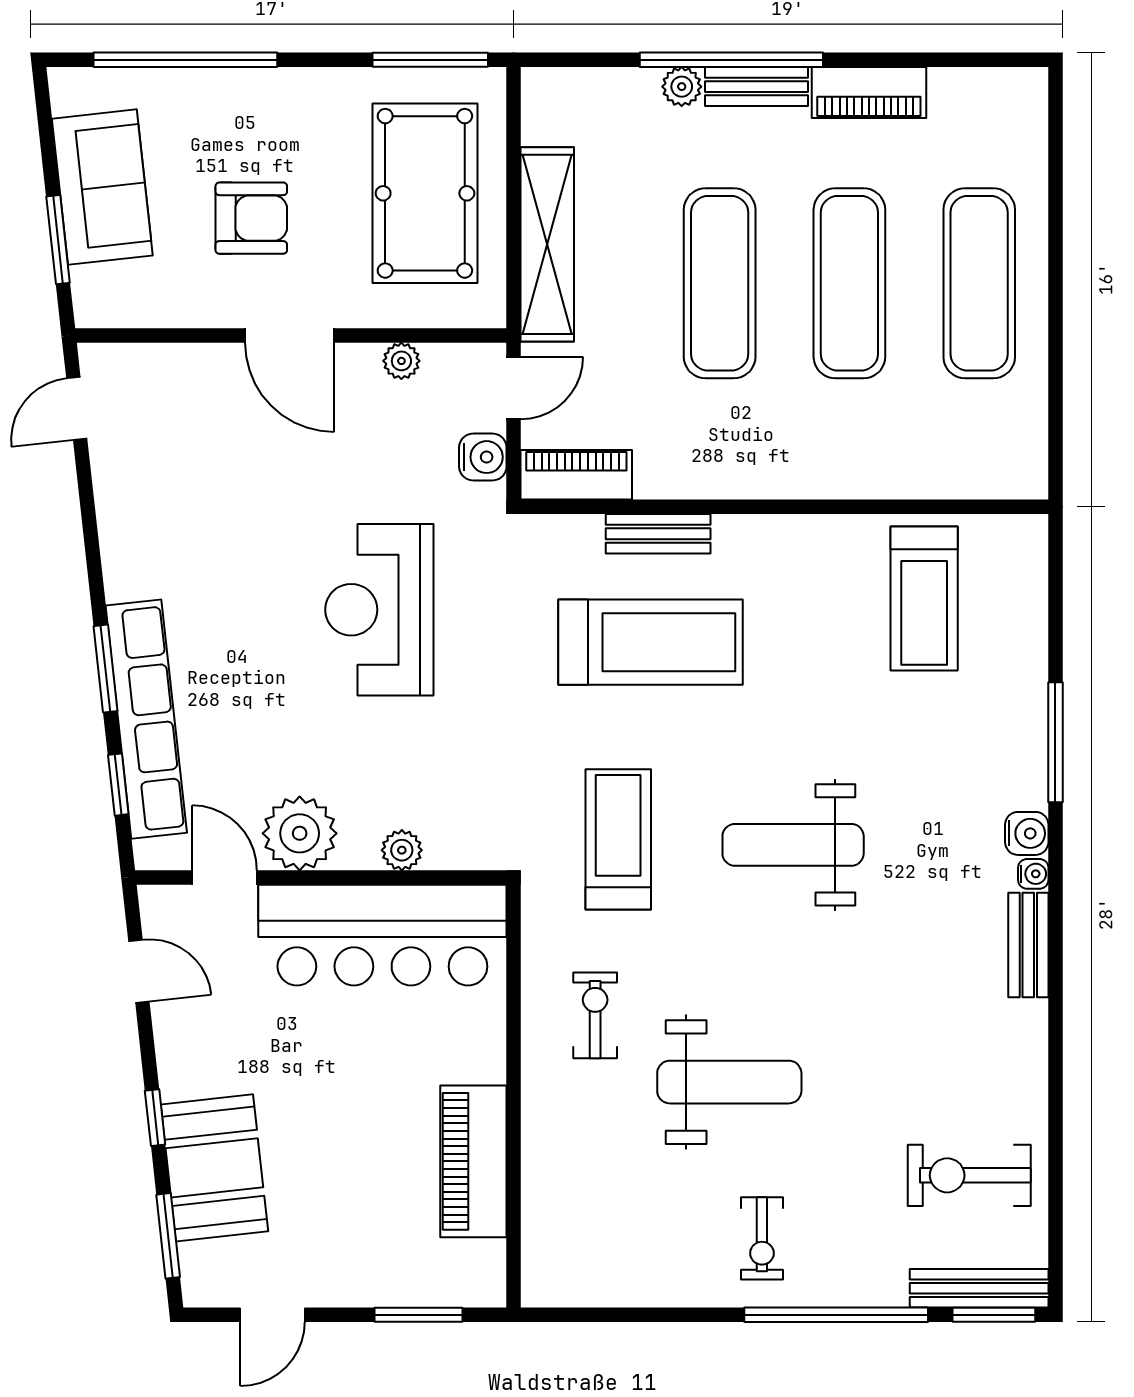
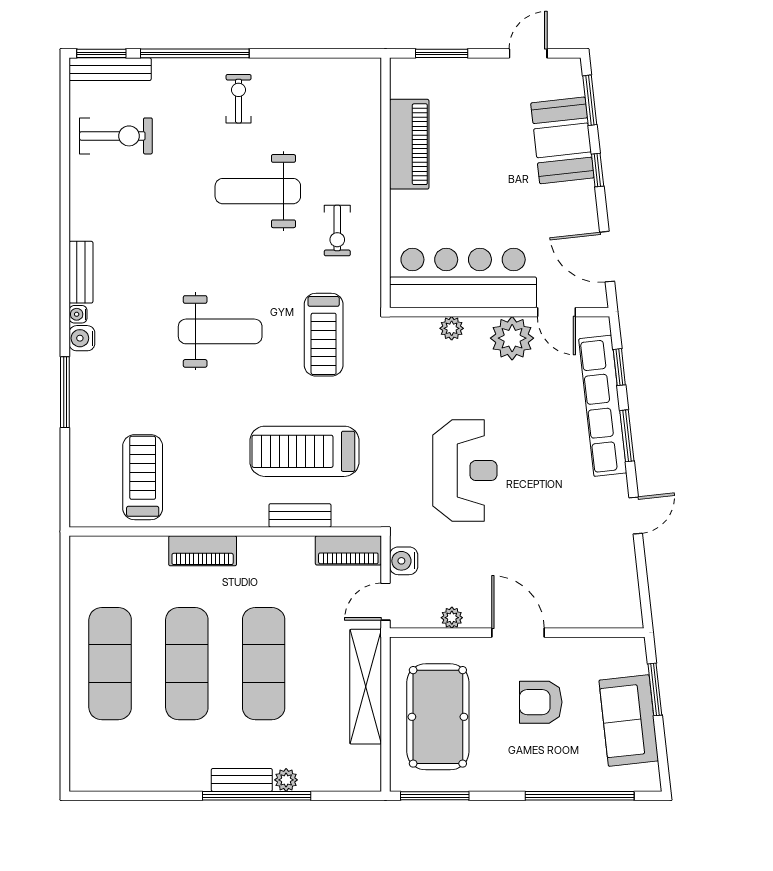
piano: (869, 93) -> (203, 551), moved, turned 180
door: (77, 409) -> (636, 516), moved
door: (139, 971) -> (607, 257), width x1.38

